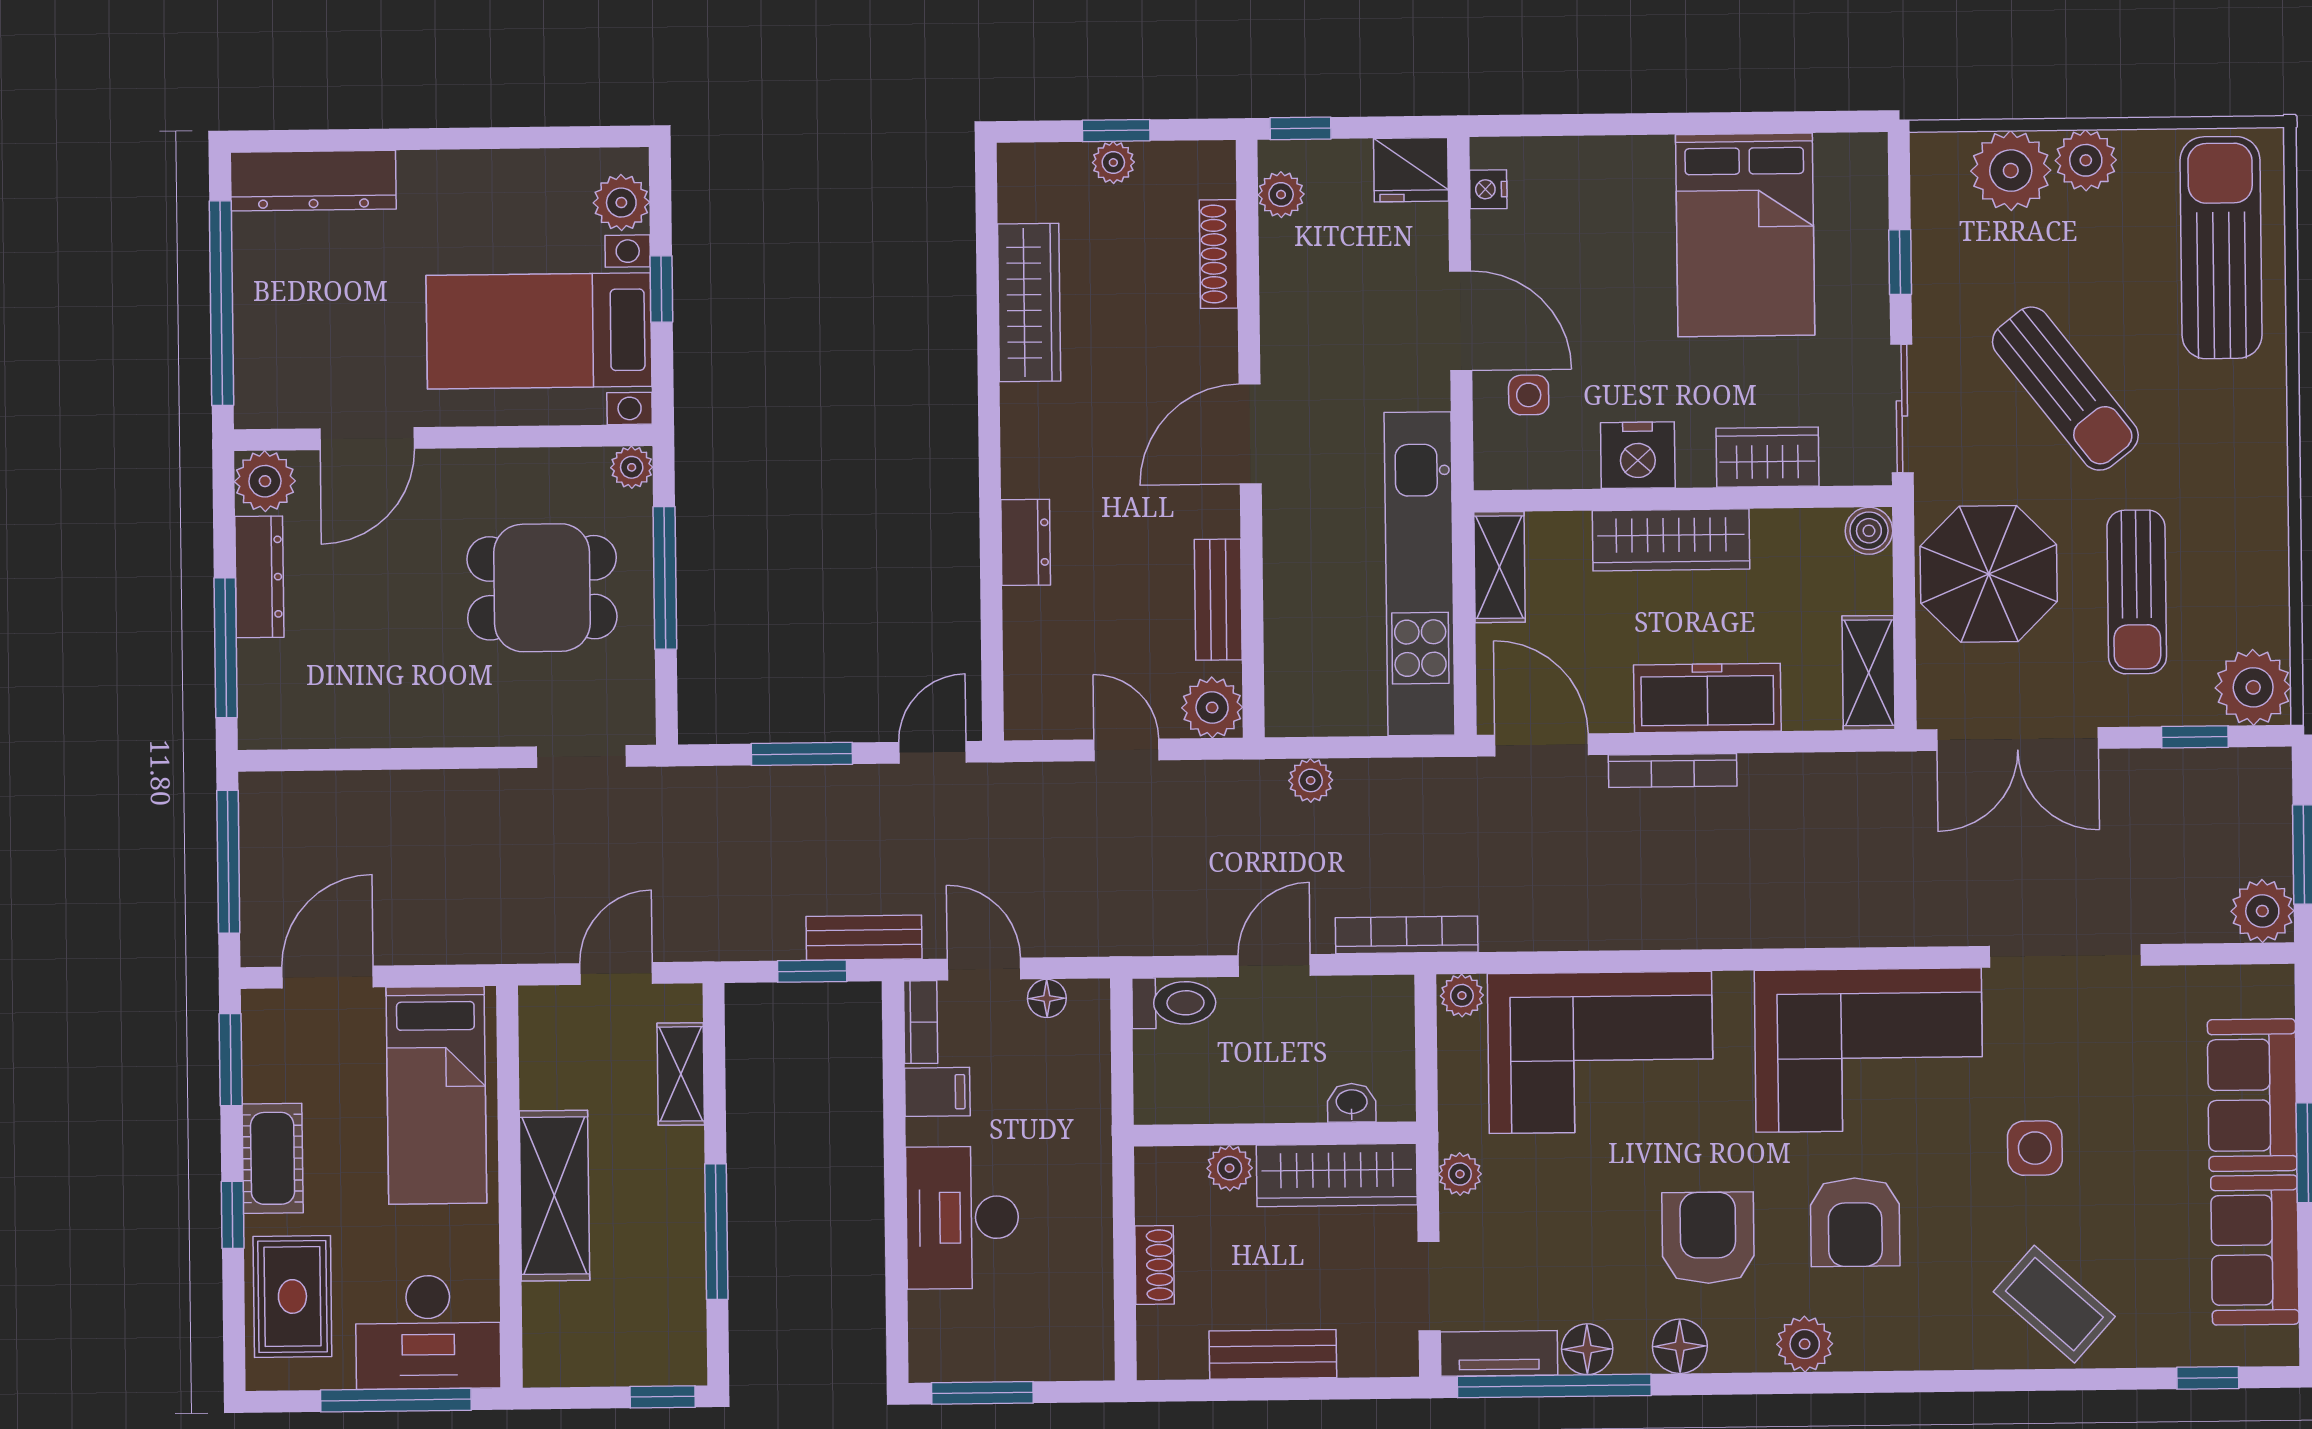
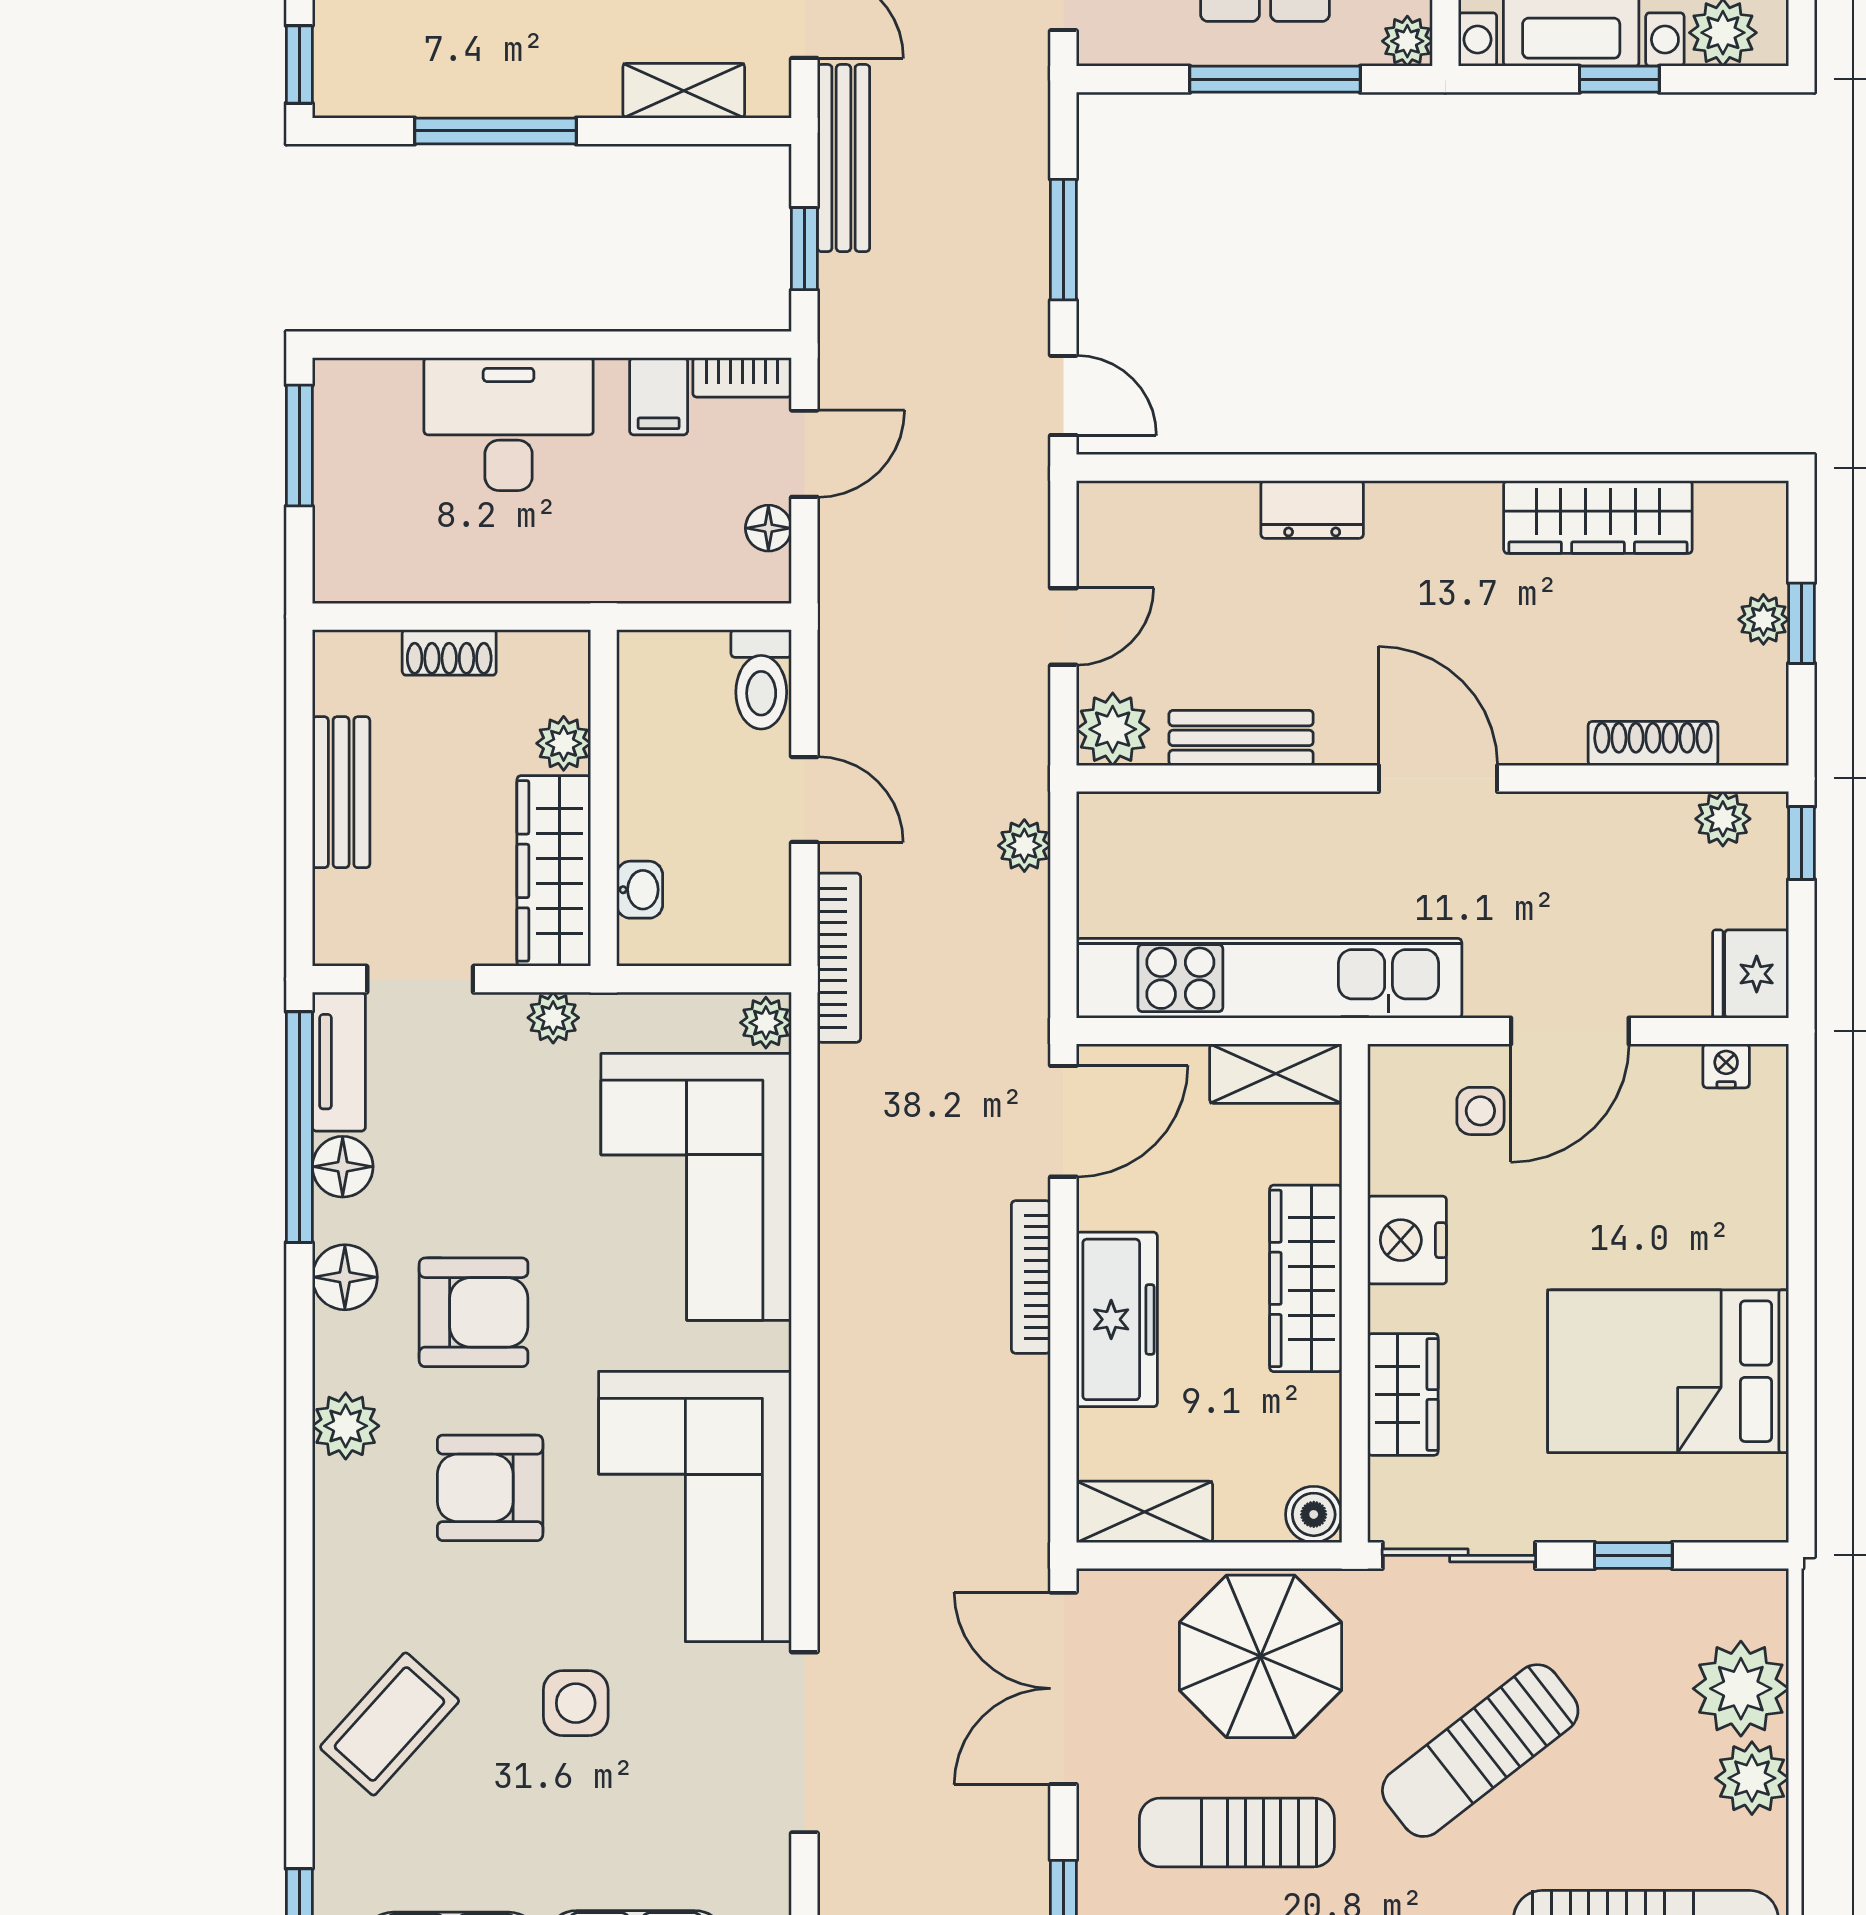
bench: (864, 938) -> (844, 158), moved, width x1.36

